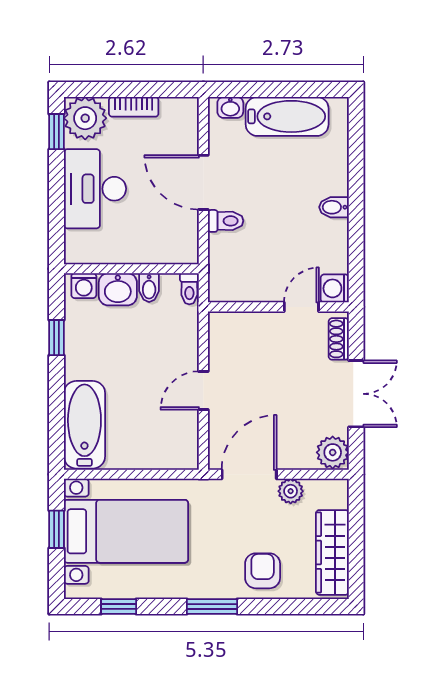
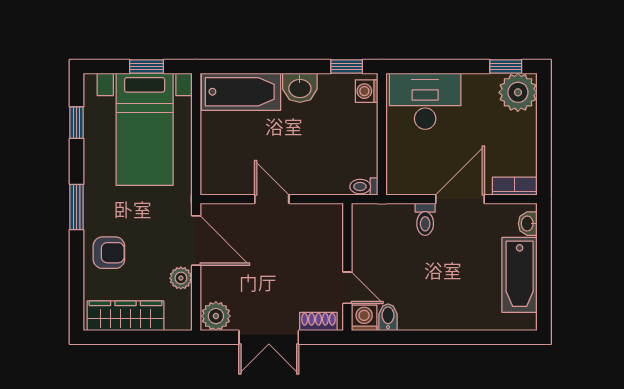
bookcase: (134, 107) -> (515, 186), moved, turned 90
desk: (95, 189) -> (425, 101), moved
bidet: (334, 207) -> (388, 317), moved
bidet: (149, 288) -> (365, 150), removed
washbasin: (118, 289) -> (300, 88), moved, turned -90
window: (56, 338) -> (347, 66), moved

